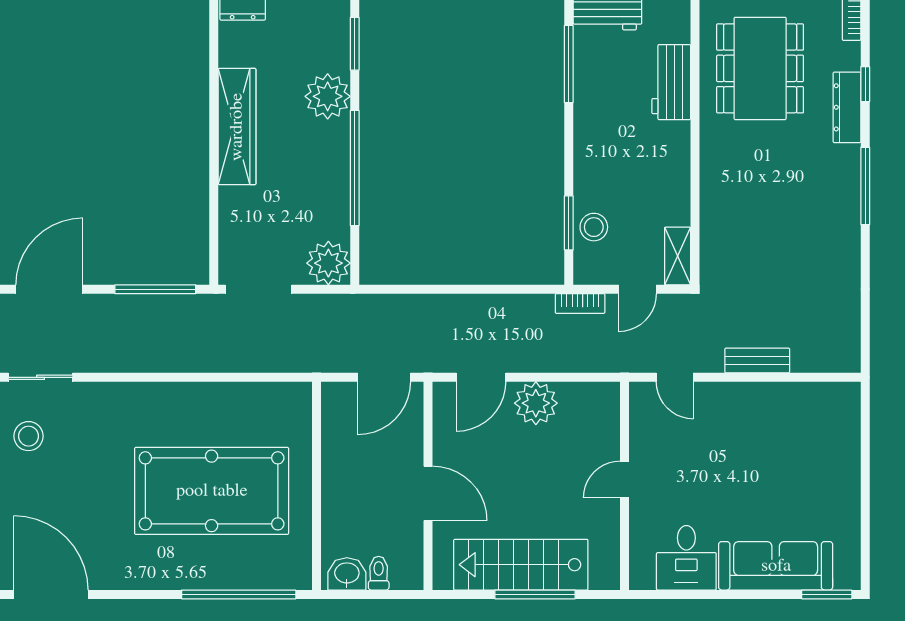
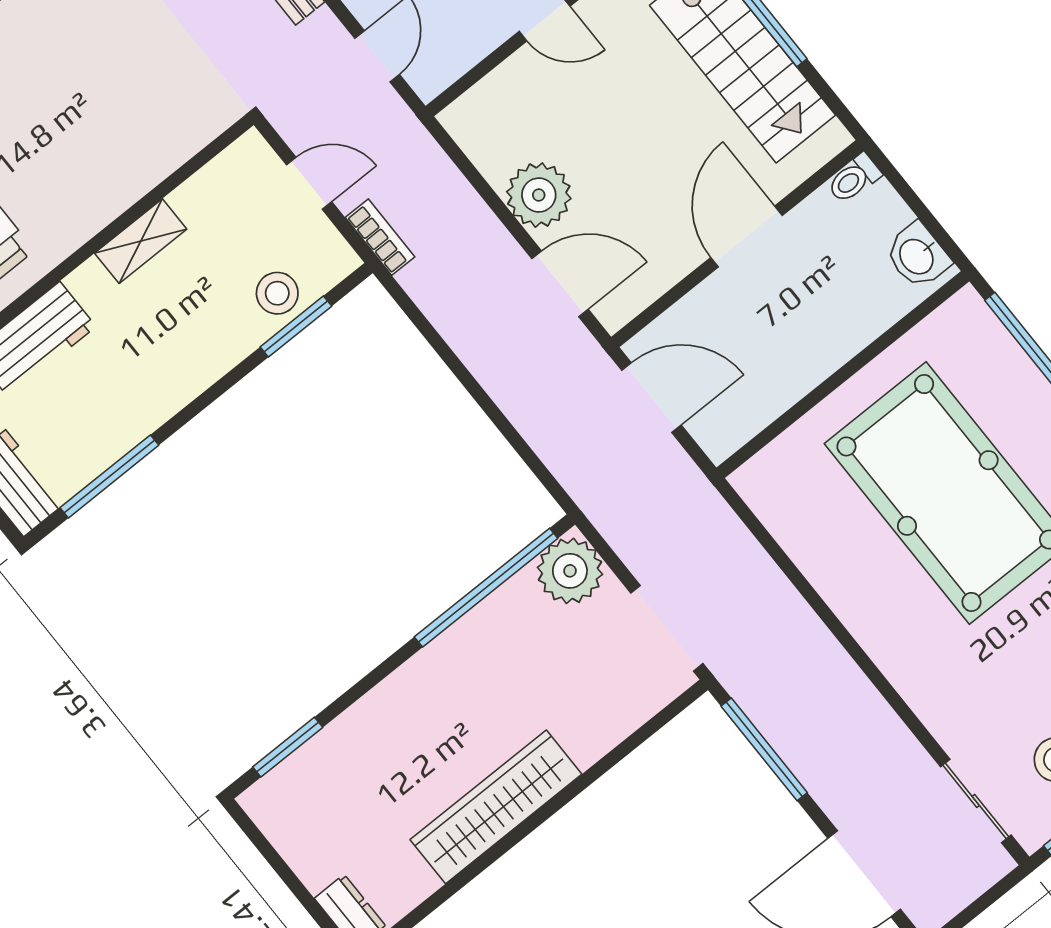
plant: (328, 96) -> (375, 729), removed
window: (355, 168) -> (486, 588), moved
shelving: (678, 256) -> (141, 241), moved
toilet: (379, 573) -> (854, 179), moved

